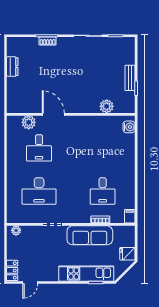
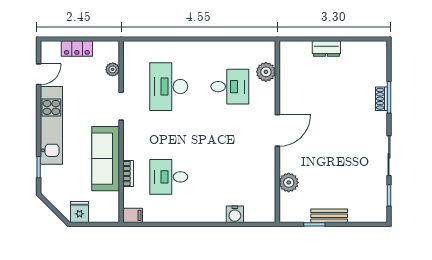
dresser: (12, 67) -> (326, 49), moved
door: (53, 114) -> (277, 130), moved
water cooler: (129, 127) -> (235, 214), moved
desk: (39, 148) -> (230, 87), turned 180
plant: (16, 230) -> (113, 69), moved
locker: (12, 270) -> (77, 49), moved
kitchen unit: (86, 274) -> (51, 125), moved
door: (30, 282) -> (39, 74), swing flipped

